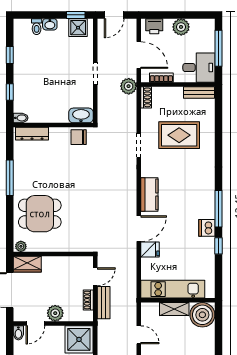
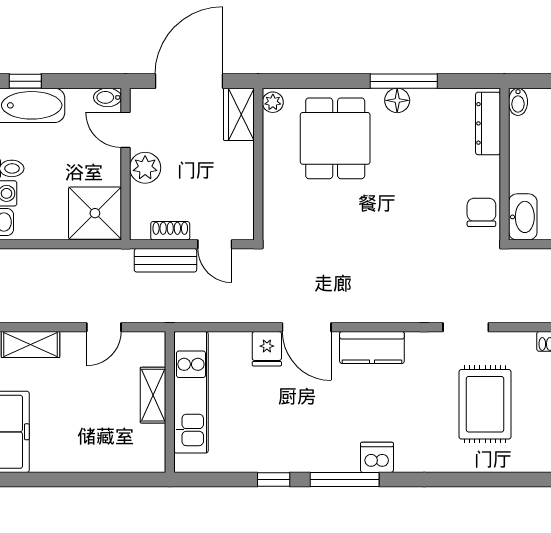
floor lamp: (20, 181) -> (397, 100), added
dishwasher: (207, 228) -> (377, 457), moved
boiler: (202, 315) -> (142, 449), removed

